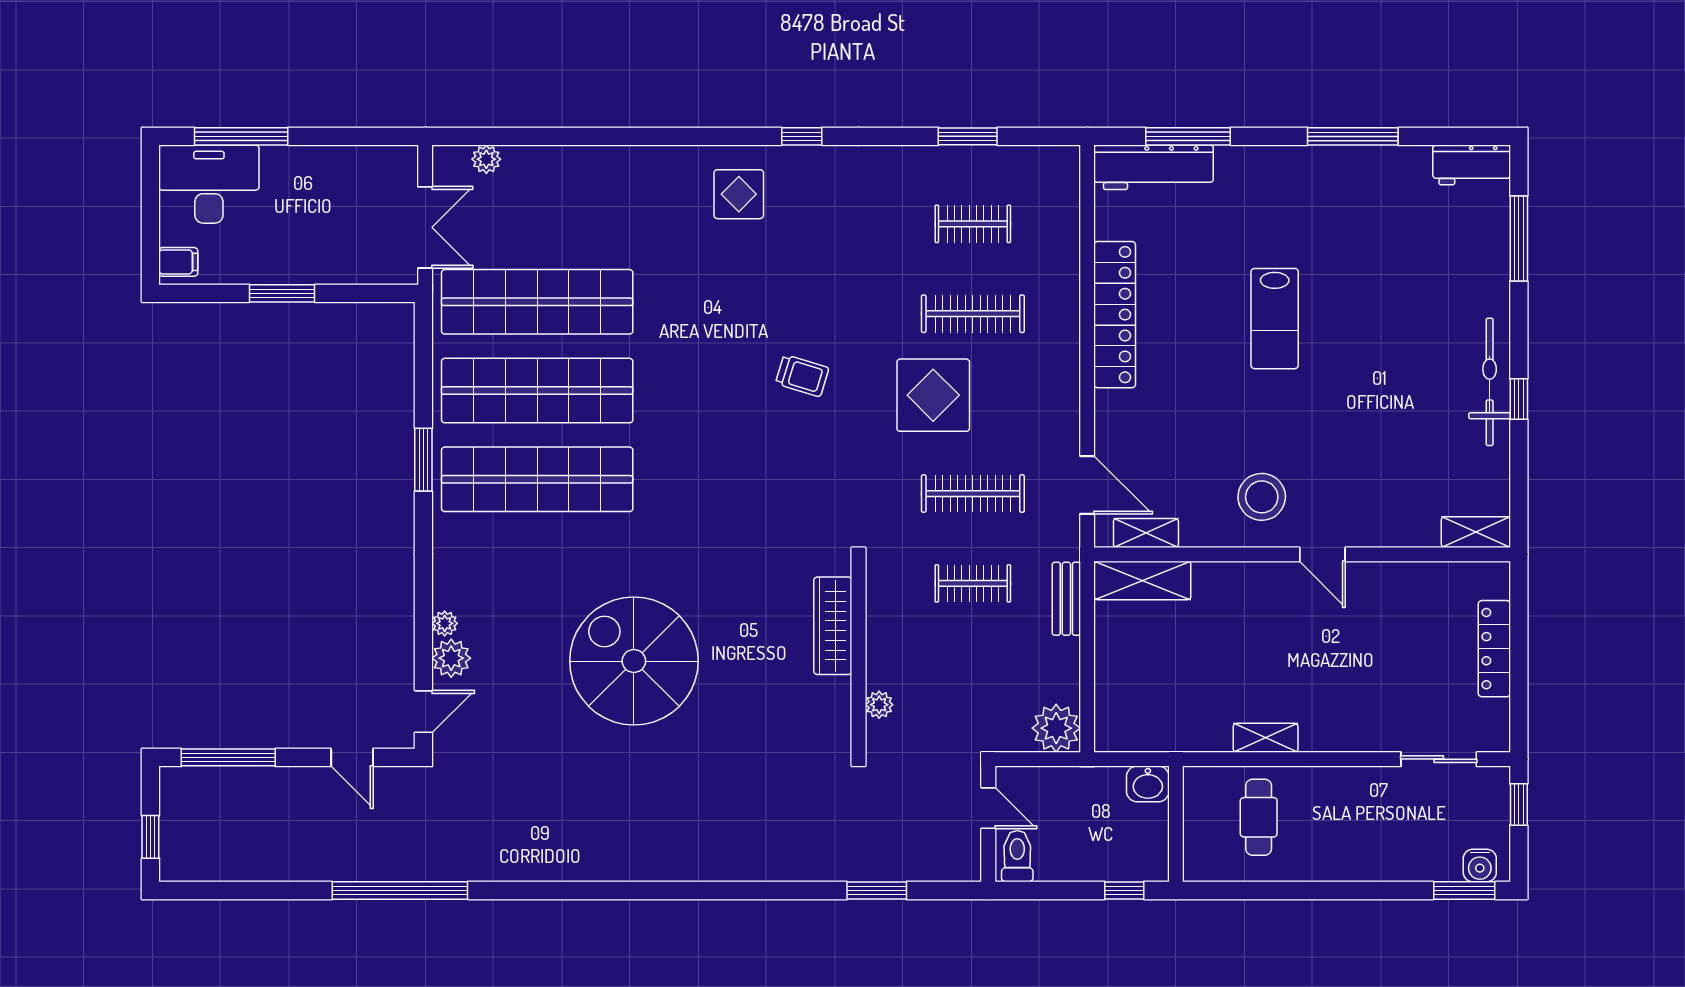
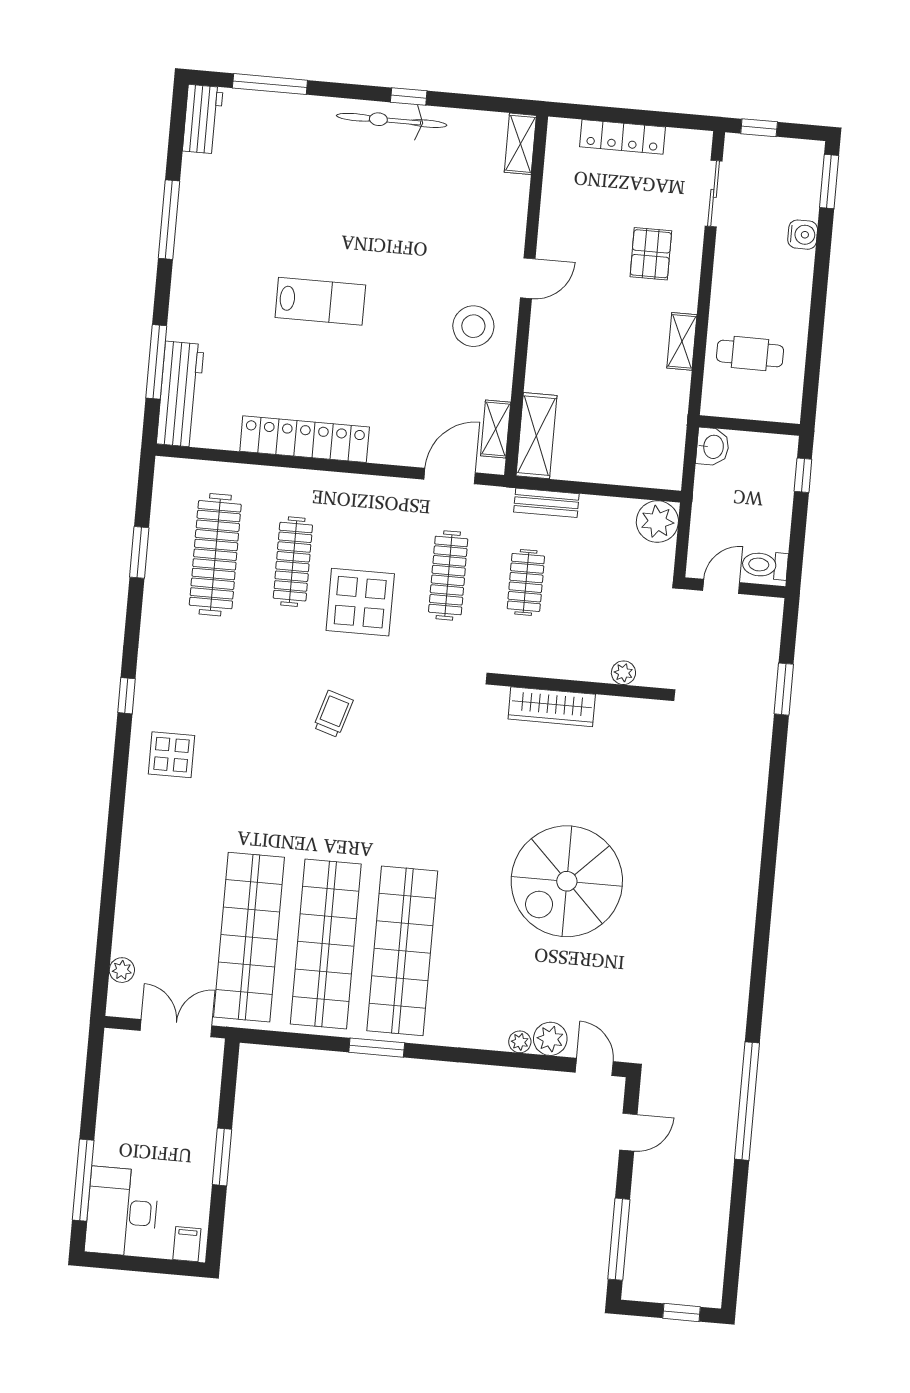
clothes rail: (973, 224) -> (215, 555), width x1.86, depth x1.31
pallet: (1363, 693) -> (651, 254), added
water cooler: (1480, 865) -> (803, 235), moved

